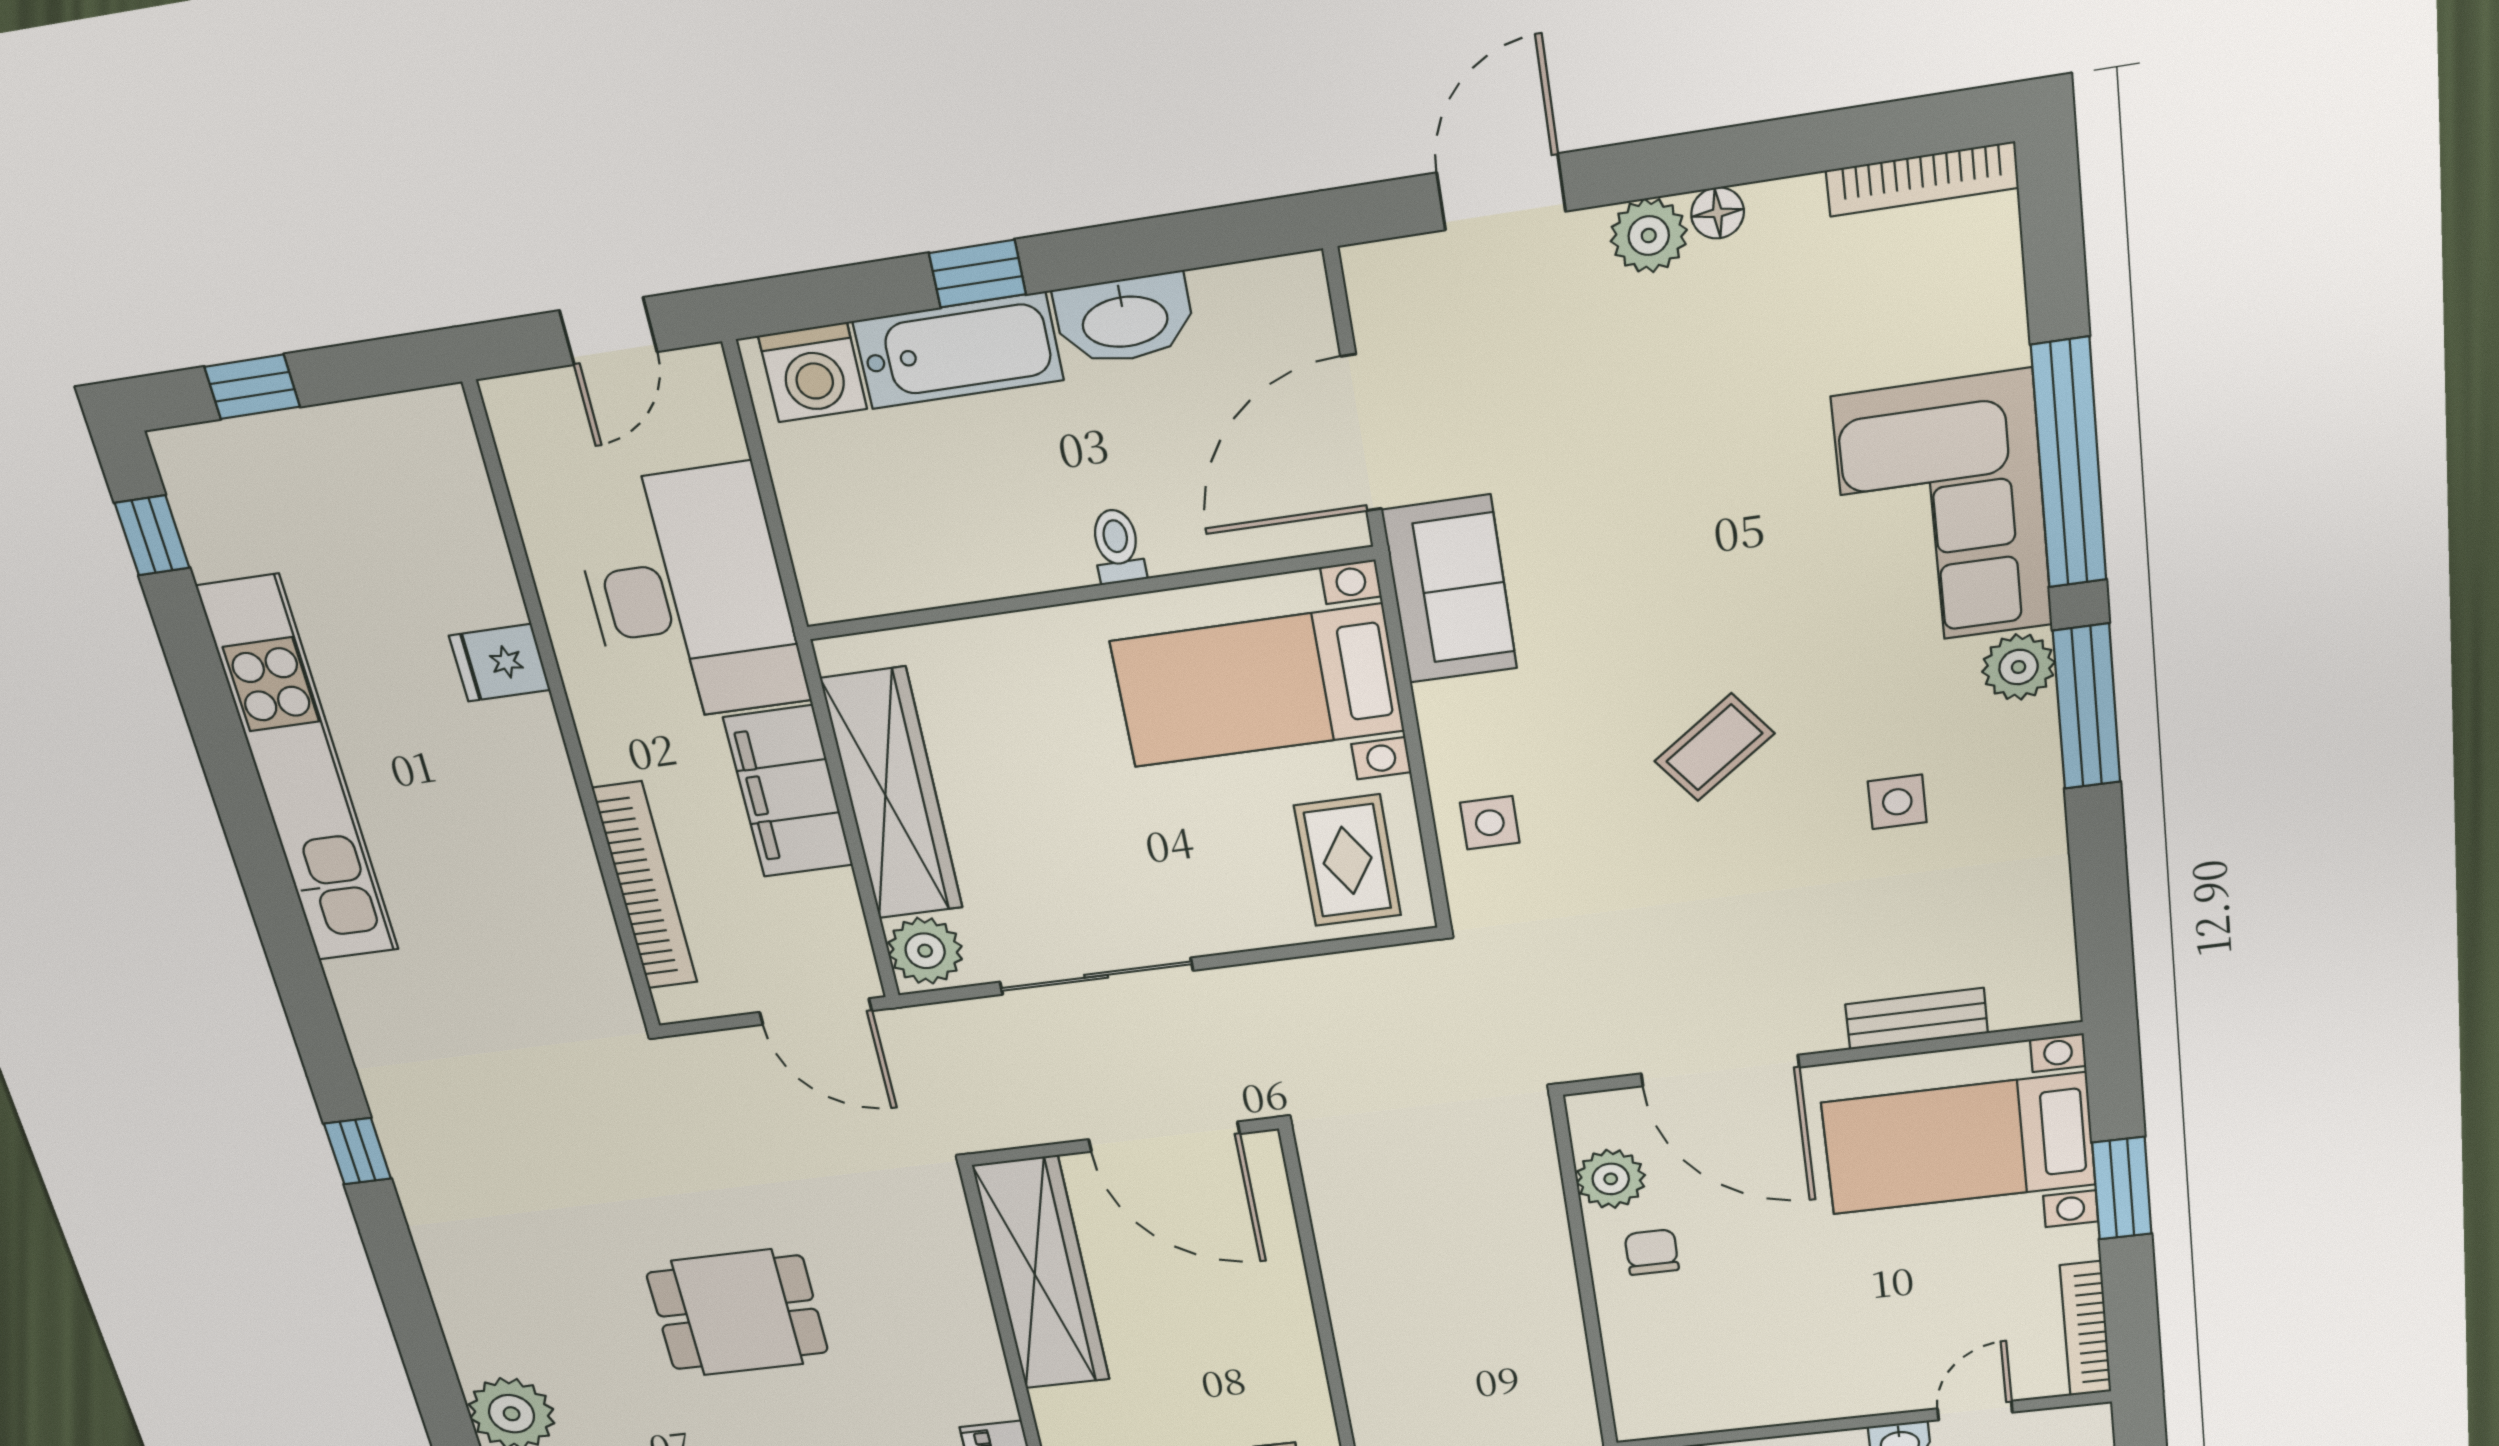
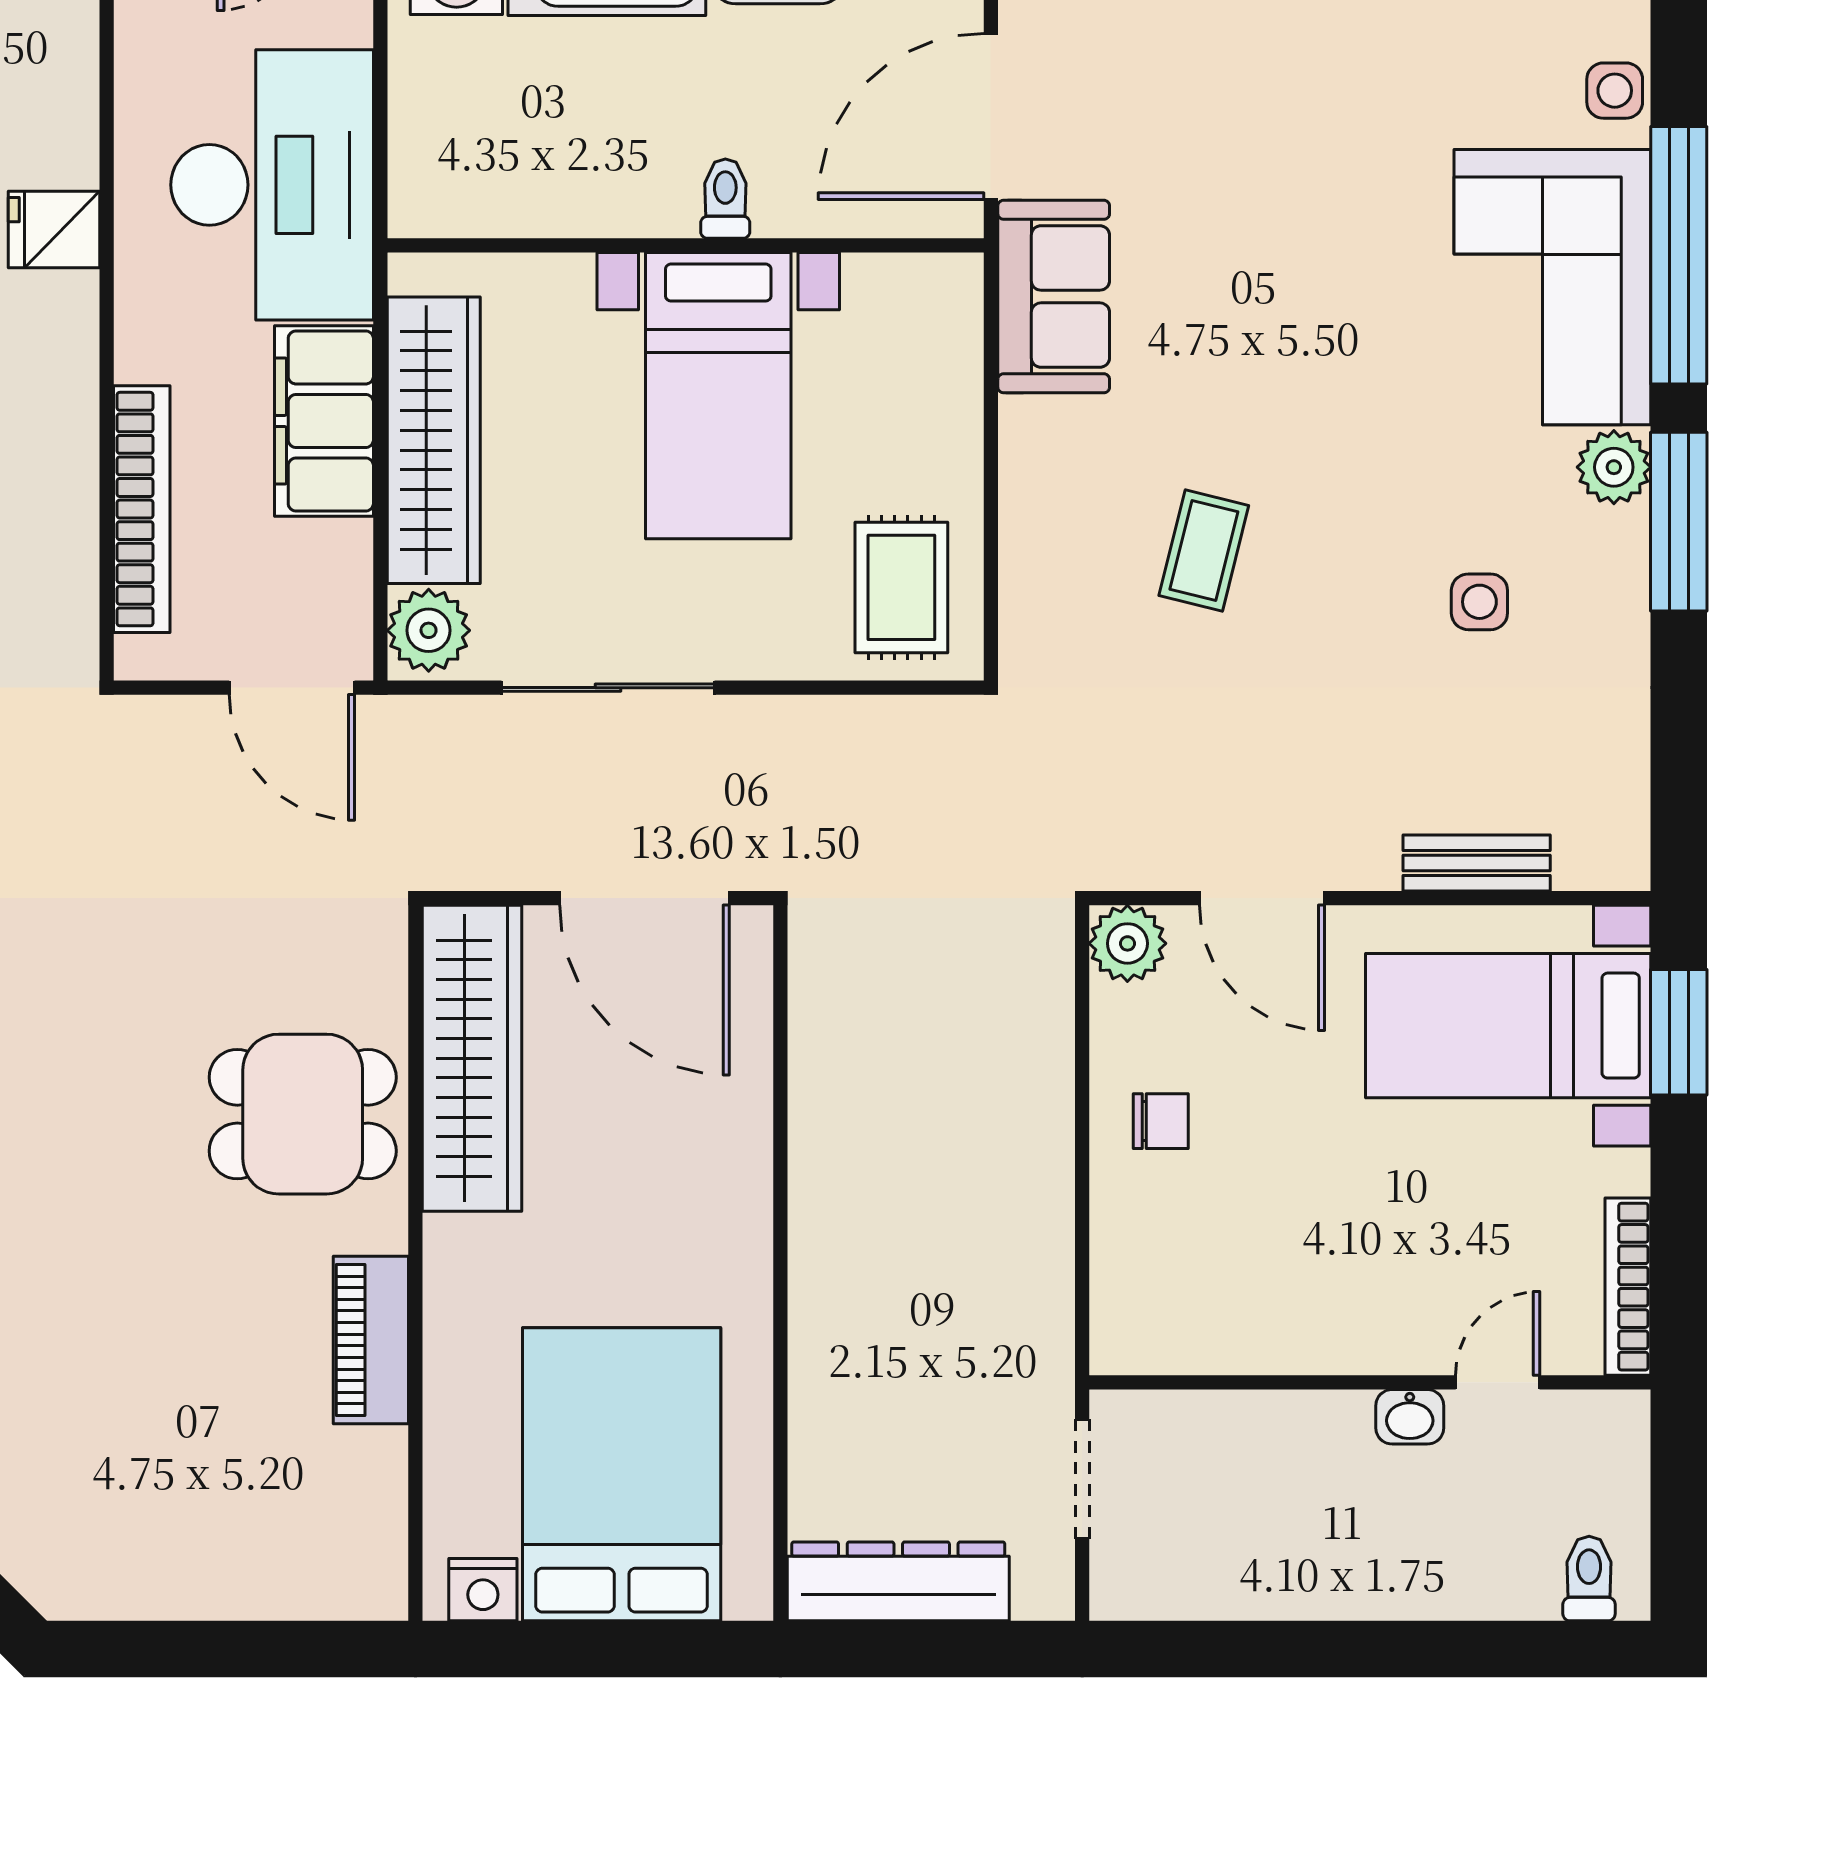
bed with nightstands: (1257, 686) -> (718, 396), moved, turned -90
coffee table: (1714, 747) -> (1204, 551), moved, turned -39
side table: (1490, 823) -> (1615, 91), moved
door: (1720, 1071) -> (1262, 898), width x0.73
plant: (1611, 1179) -> (1127, 943), moved
window: (2122, 1188) -> (1679, 1032), moved
chair: (1652, 1252) -> (1161, 1121), turned 90
dining table: (737, 1313) -> (303, 1114), moved

